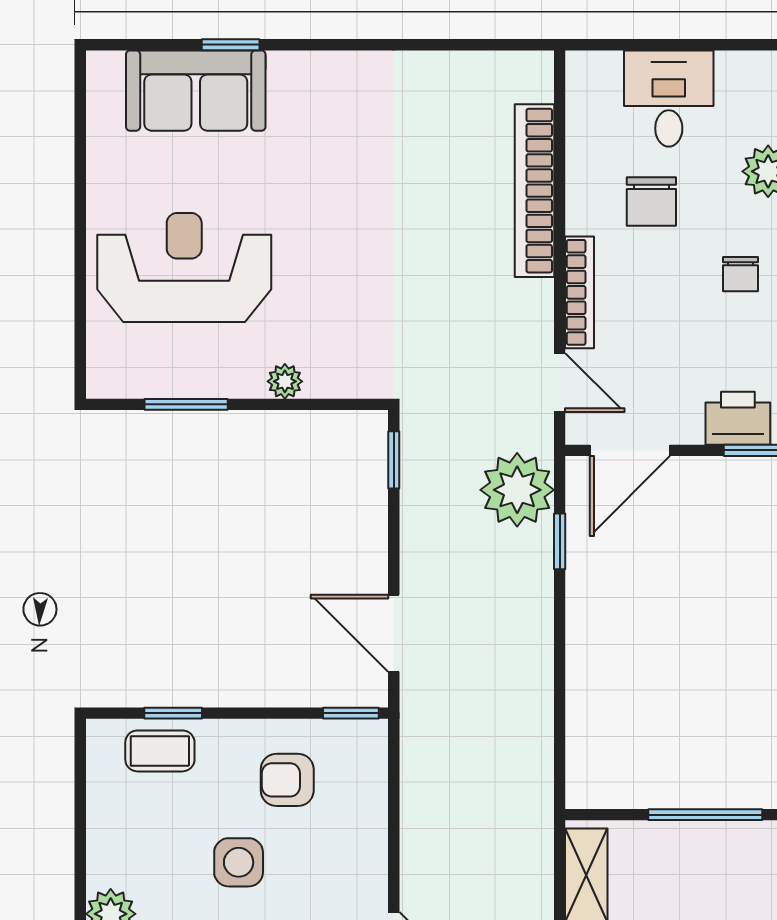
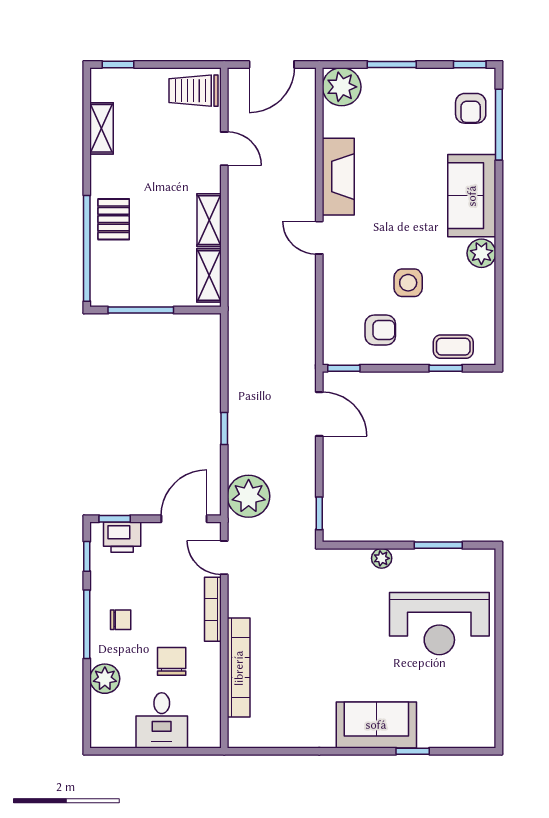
sofa: (196, 91) -> (376, 725), moved
chair: (740, 274) -> (121, 620), turned 90
window: (560, 541) -> (224, 429), moved

